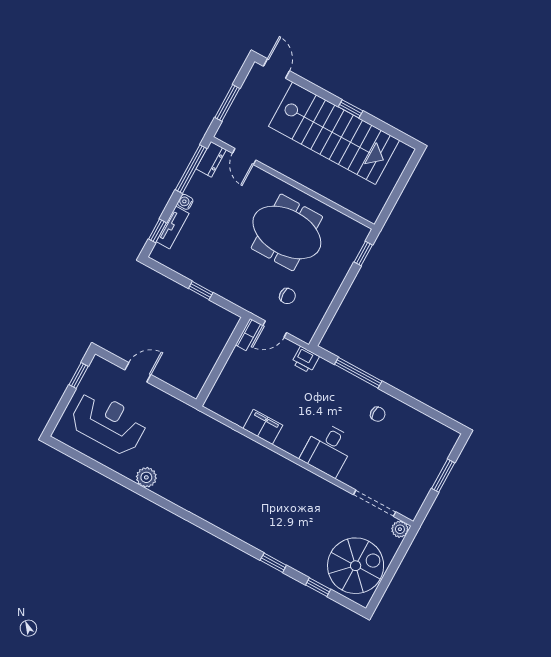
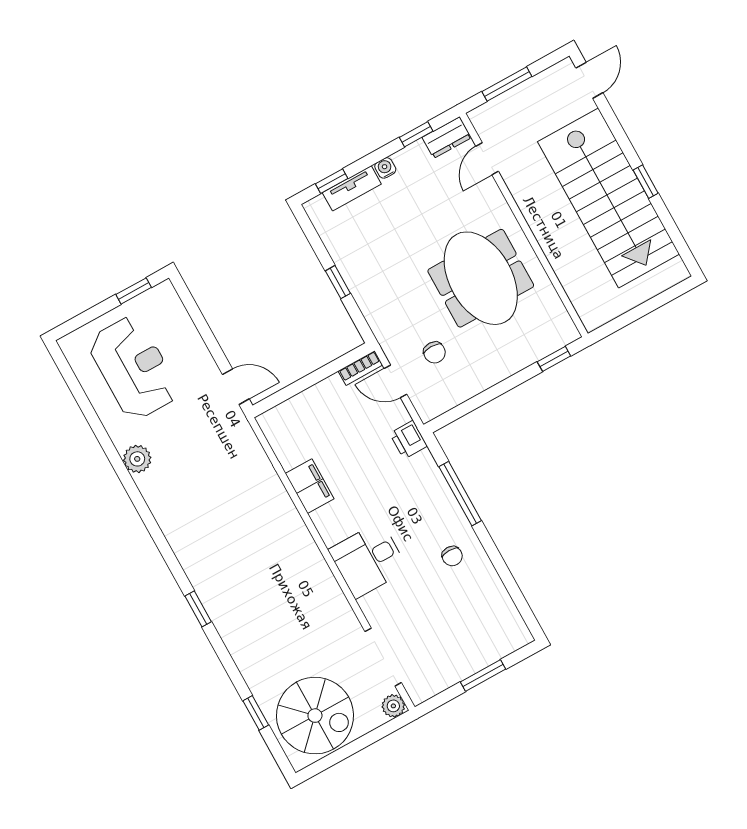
window: (191, 169) -> (416, 134), width x0.46
door: (138, 372) -> (236, 387), moved
window: (273, 563) -> (198, 609), moved

